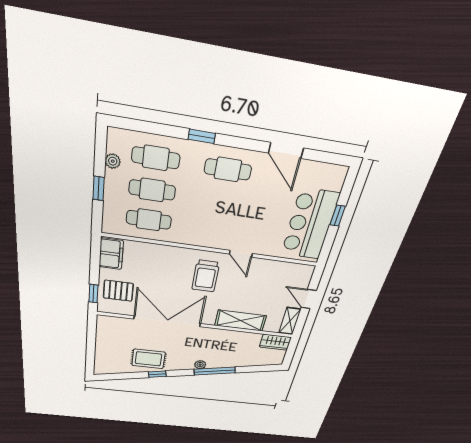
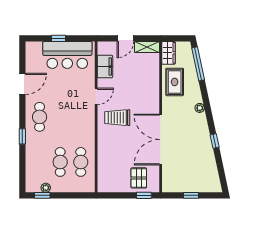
cafe table: (156, 158) -> (40, 162), removed
window: (99, 188) -> (42, 195), moved
filing cabinet: (111, 254) -> (105, 67), moved, turned 90
trolley: (206, 276) -> (117, 118), turned 180
shelving: (241, 321) -> (152, 85), removed
window: (91, 344) -> (191, 195), added
rug: (148, 359) -> (175, 82), moved
window: (215, 371) -> (198, 64), moved

